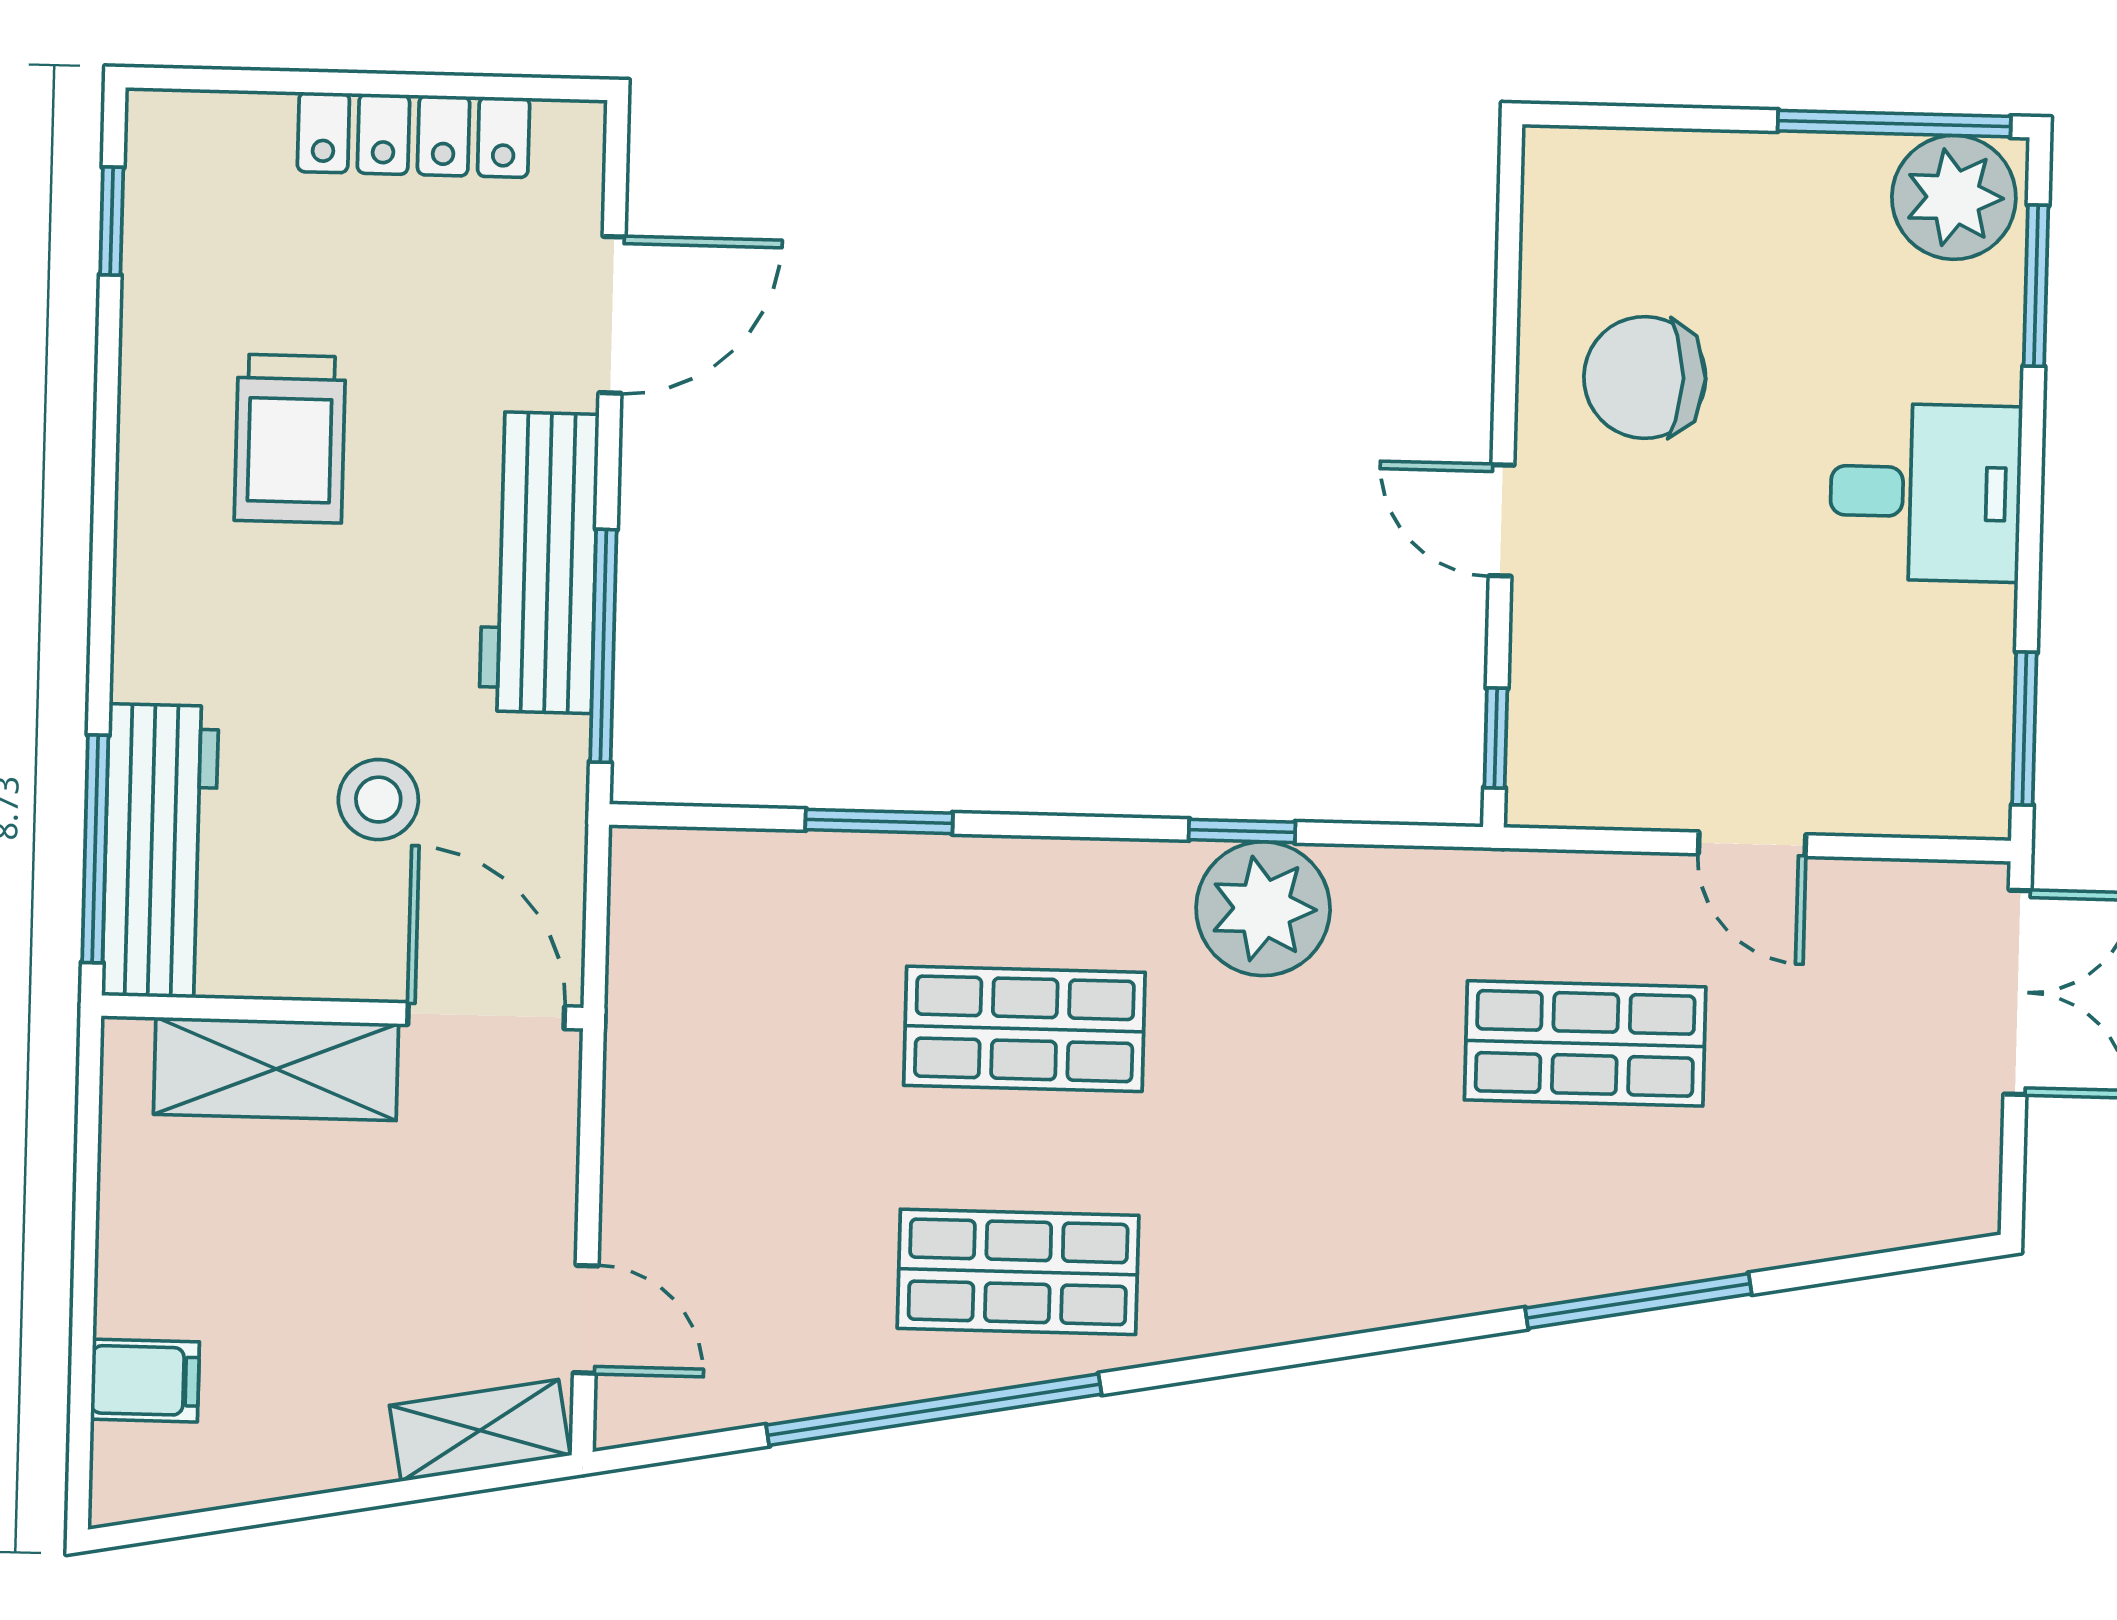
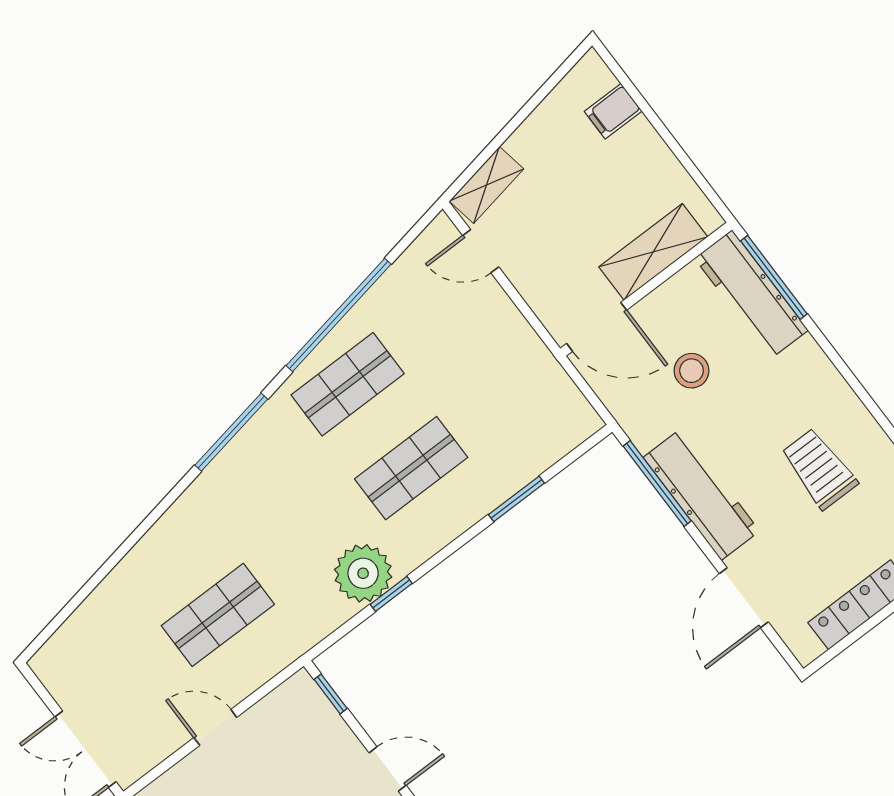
window: (1638, 1301) -> (231, 432), moved

